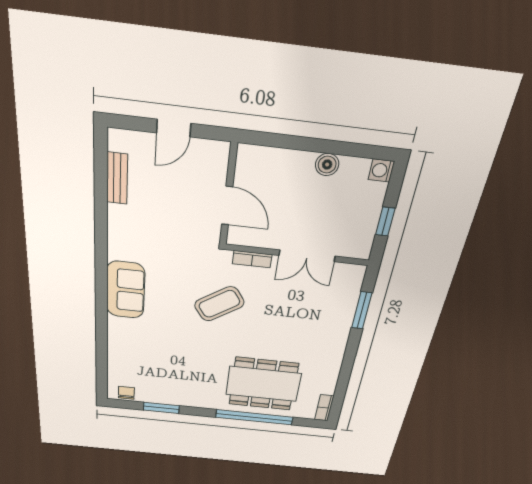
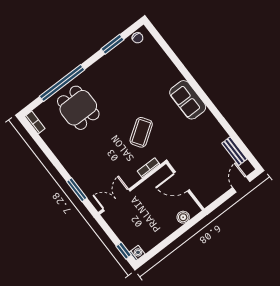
door: (174, 128) -> (241, 184), moved
boiler: (327, 165) -> (183, 217), moved
window: (385, 222) -> (124, 251), moved
double door: (307, 256) -> (116, 200), moved
dining table: (263, 384) -> (78, 108), width x0.73

